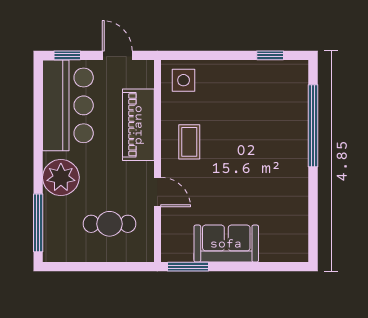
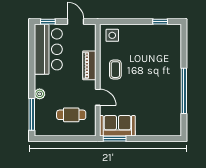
piano: (138, 125) -> (89, 65), width x0.73, depth x0.75
window: (313, 126) -> (184, 91), moved
plant: (61, 177) -> (40, 94), width x0.53, depth x0.53
sofa: (226, 244) -> (117, 126), moved

